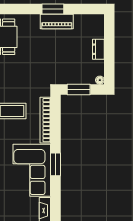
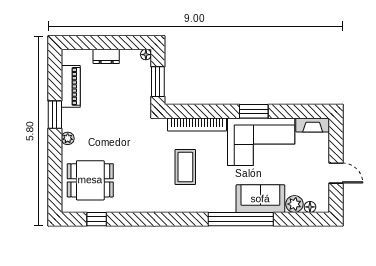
plant: (34, 19) -> (68, 138), added
piano: (57, 22) -> (71, 86), moved

